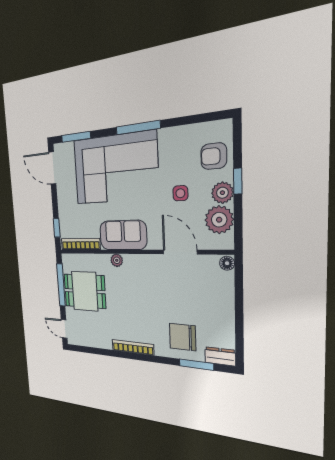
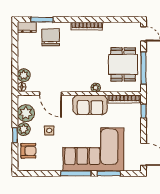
window: (76, 137) -> (109, 173), moved
plant: (224, 282) -> (24, 75), added
dining table: (85, 291) -> (123, 64), turned 90
chair: (183, 337) -> (51, 37), turned -90

